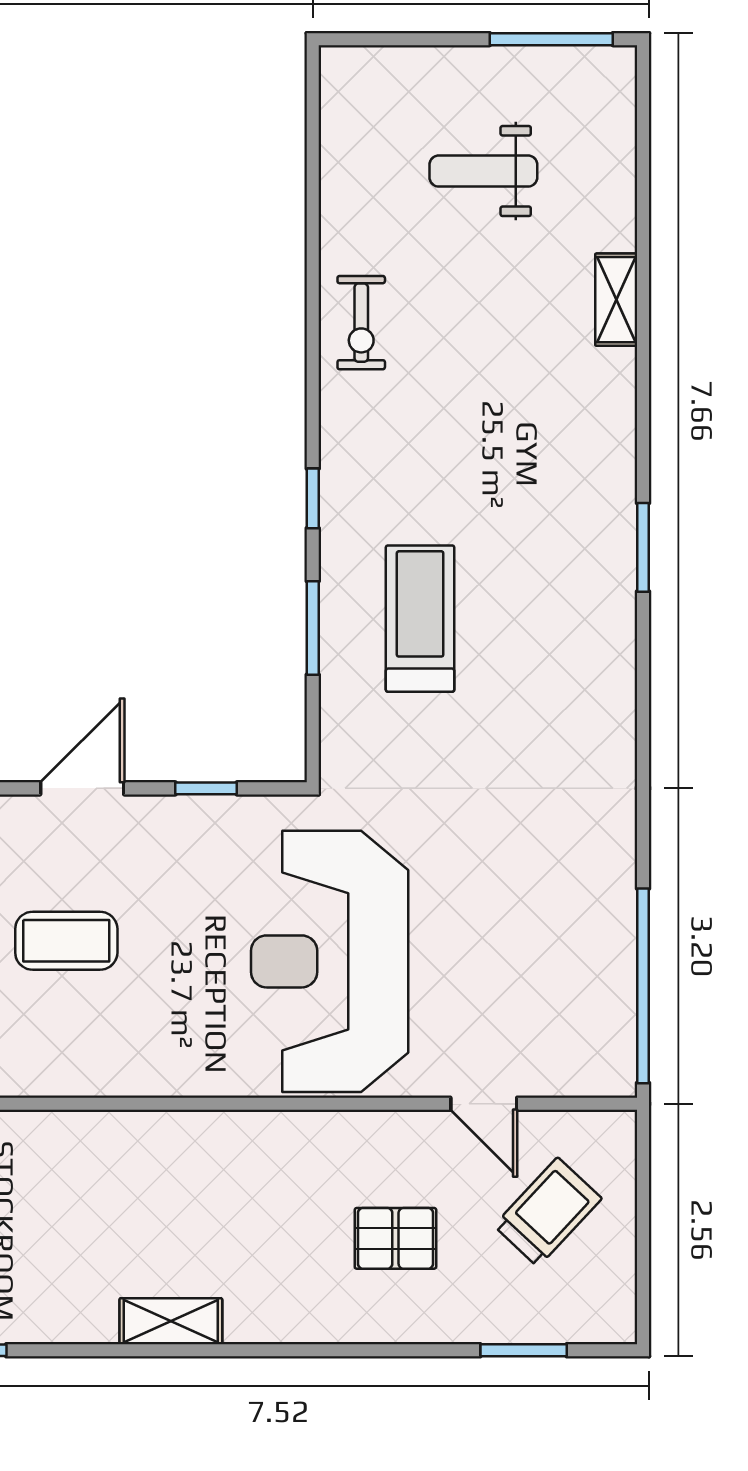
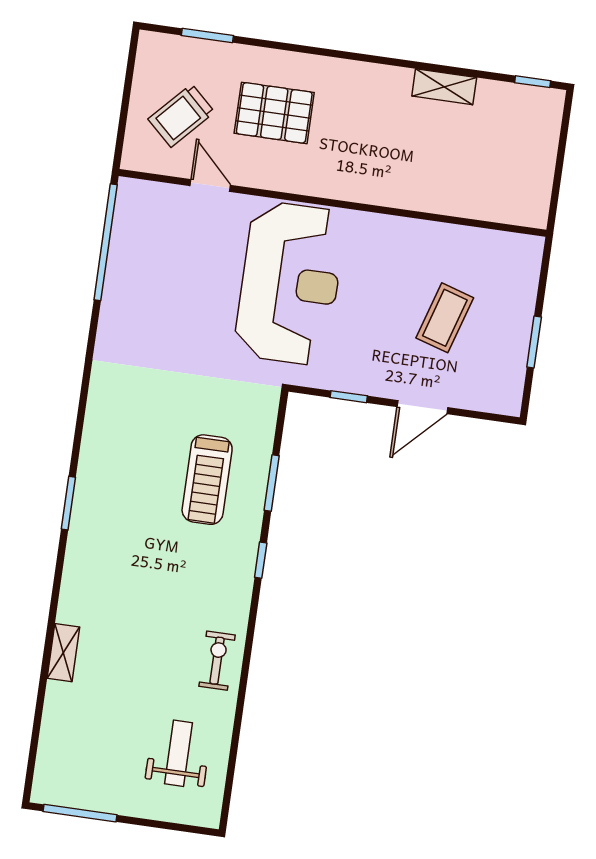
weight bench: (483, 171) -> (179, 753), moved, turned -90
coffee table: (66, 941) -> (445, 318), turned -73
pallet: (395, 1238) -> (274, 113), width x1.50, depth x1.42
shelving: (171, 1321) -> (444, 87), moved

